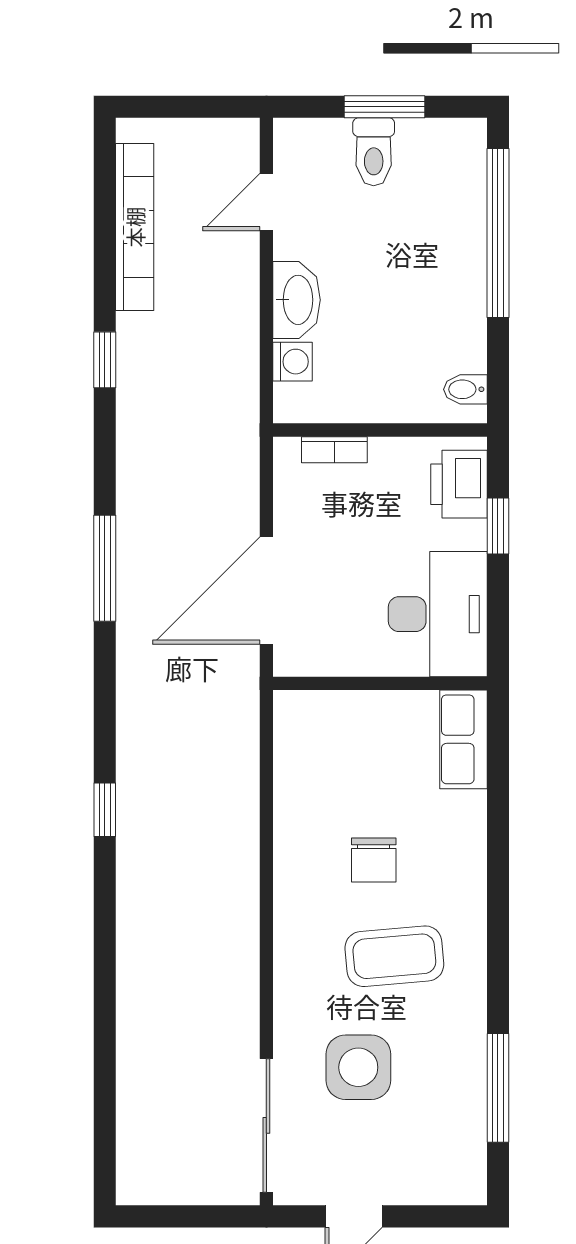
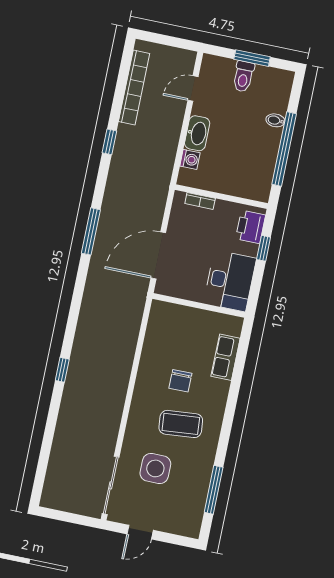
window: (498, 233) -> (284, 149), moved
bidet: (465, 389) -> (275, 120), moved
row of seats: (463, 739) -> (226, 357), moved
window: (105, 810) -> (62, 370), moved

